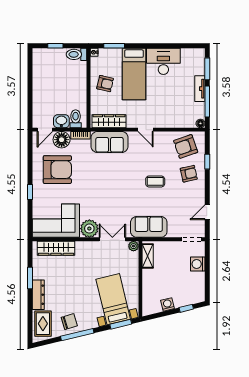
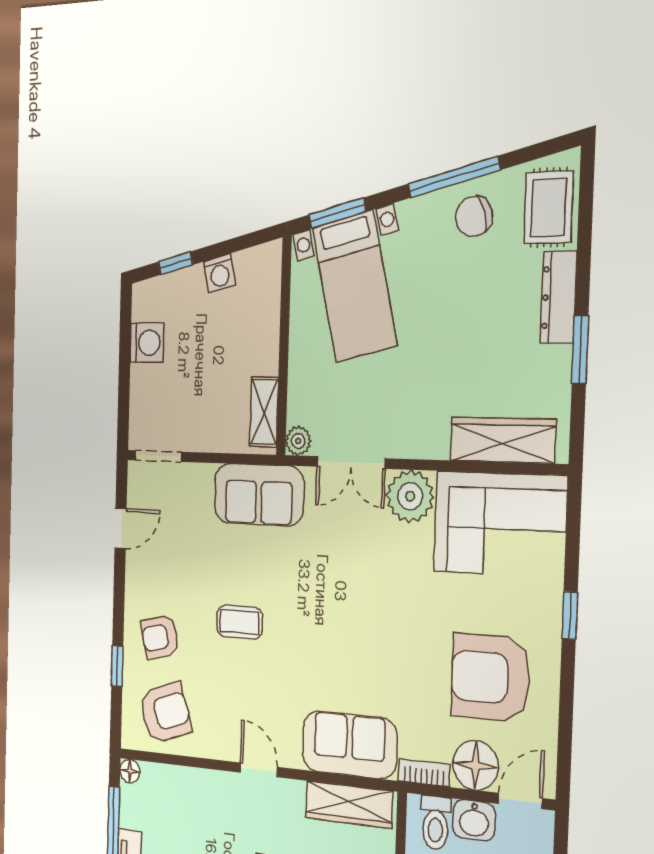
washing machine: (198, 264) -> (147, 343), moved

